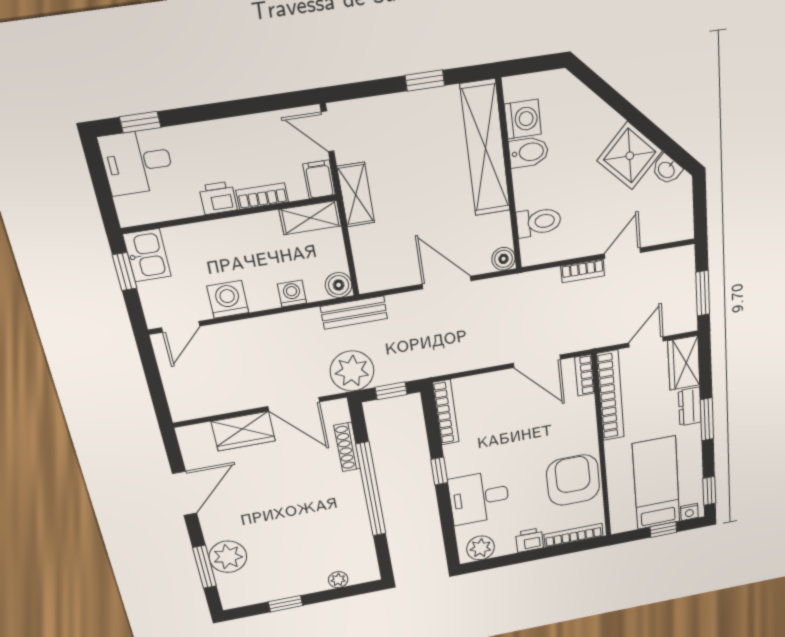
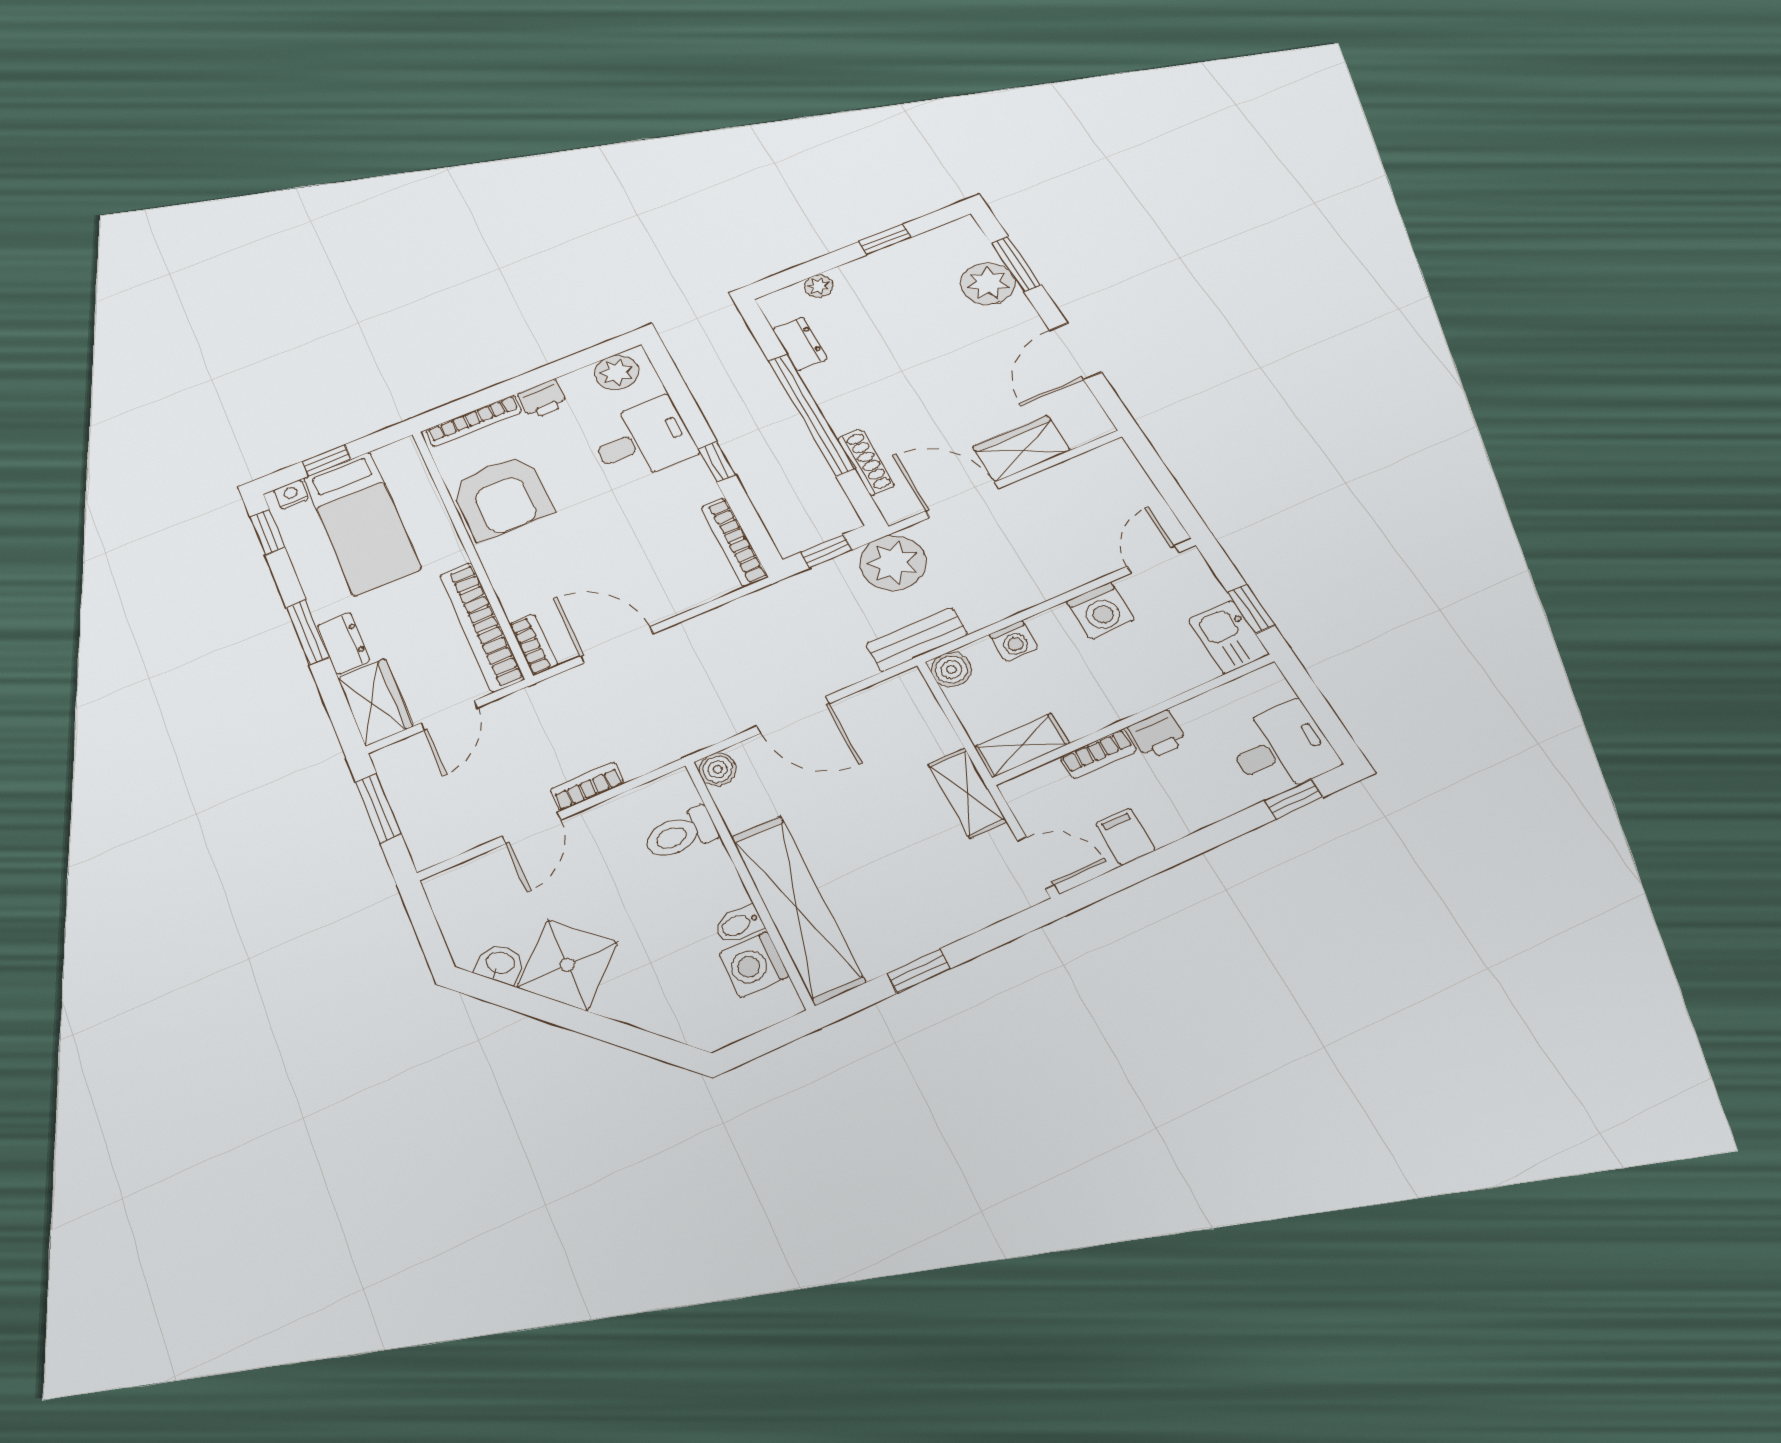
bidet: (529, 152) -> (739, 925), width x0.72, depth x0.74
filing cabinet: (319, 179) -> (1125, 837), moved, turned 180
dresser: (363, 541) -> (800, 344), added

